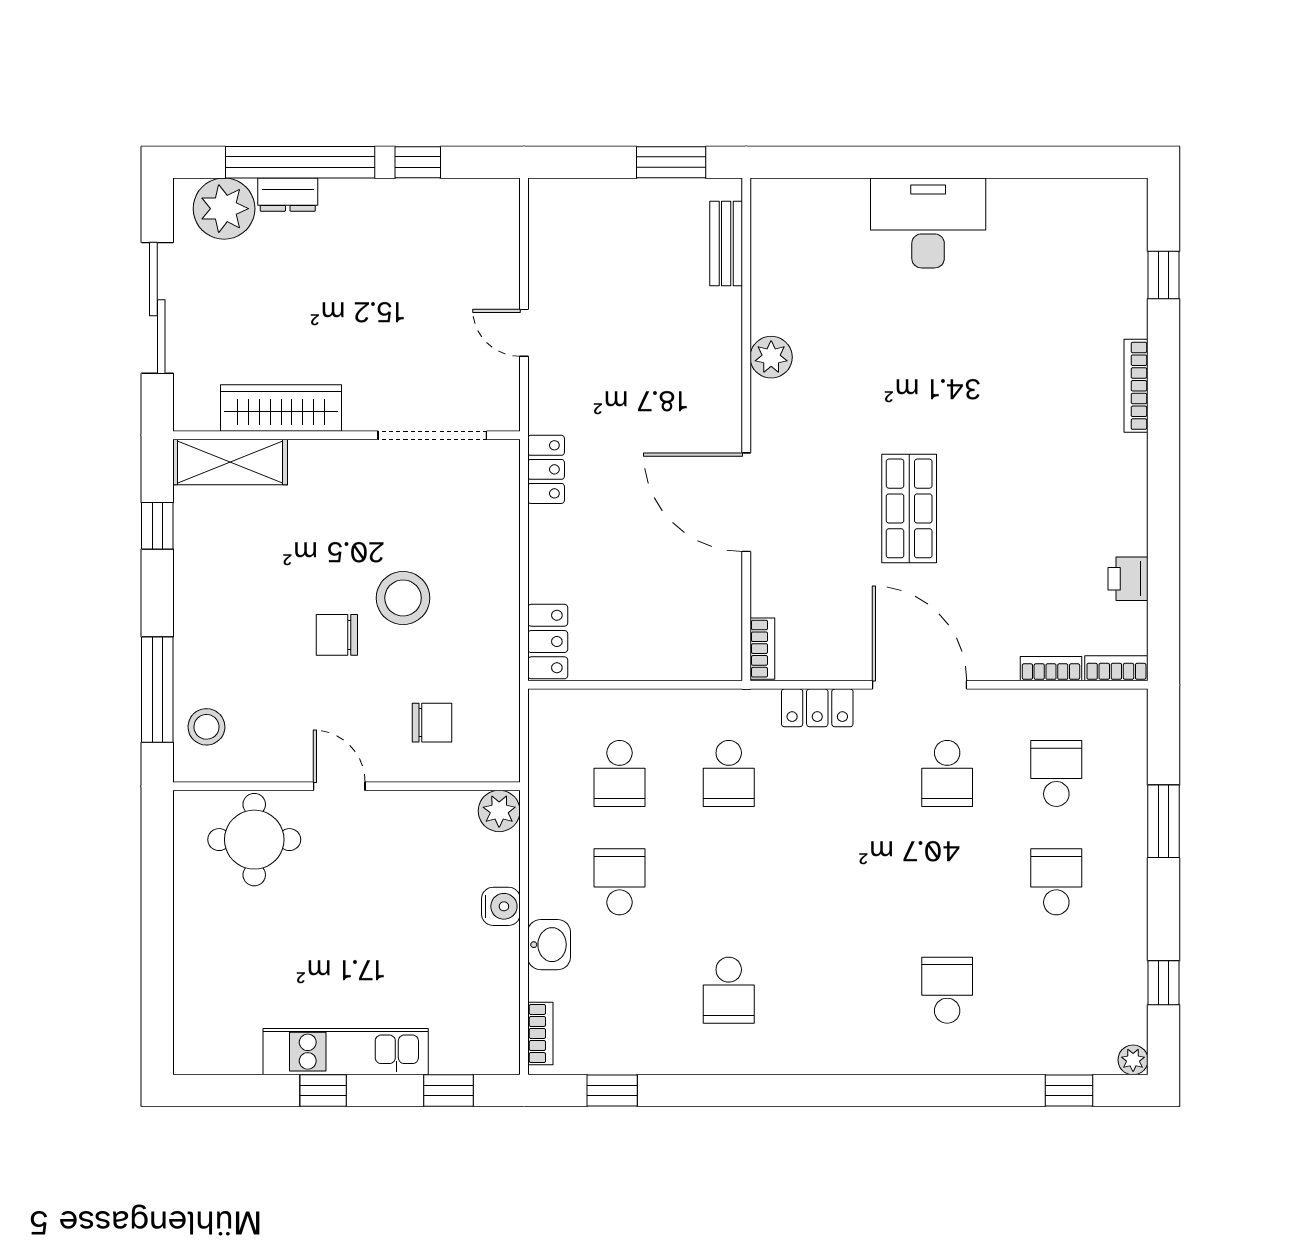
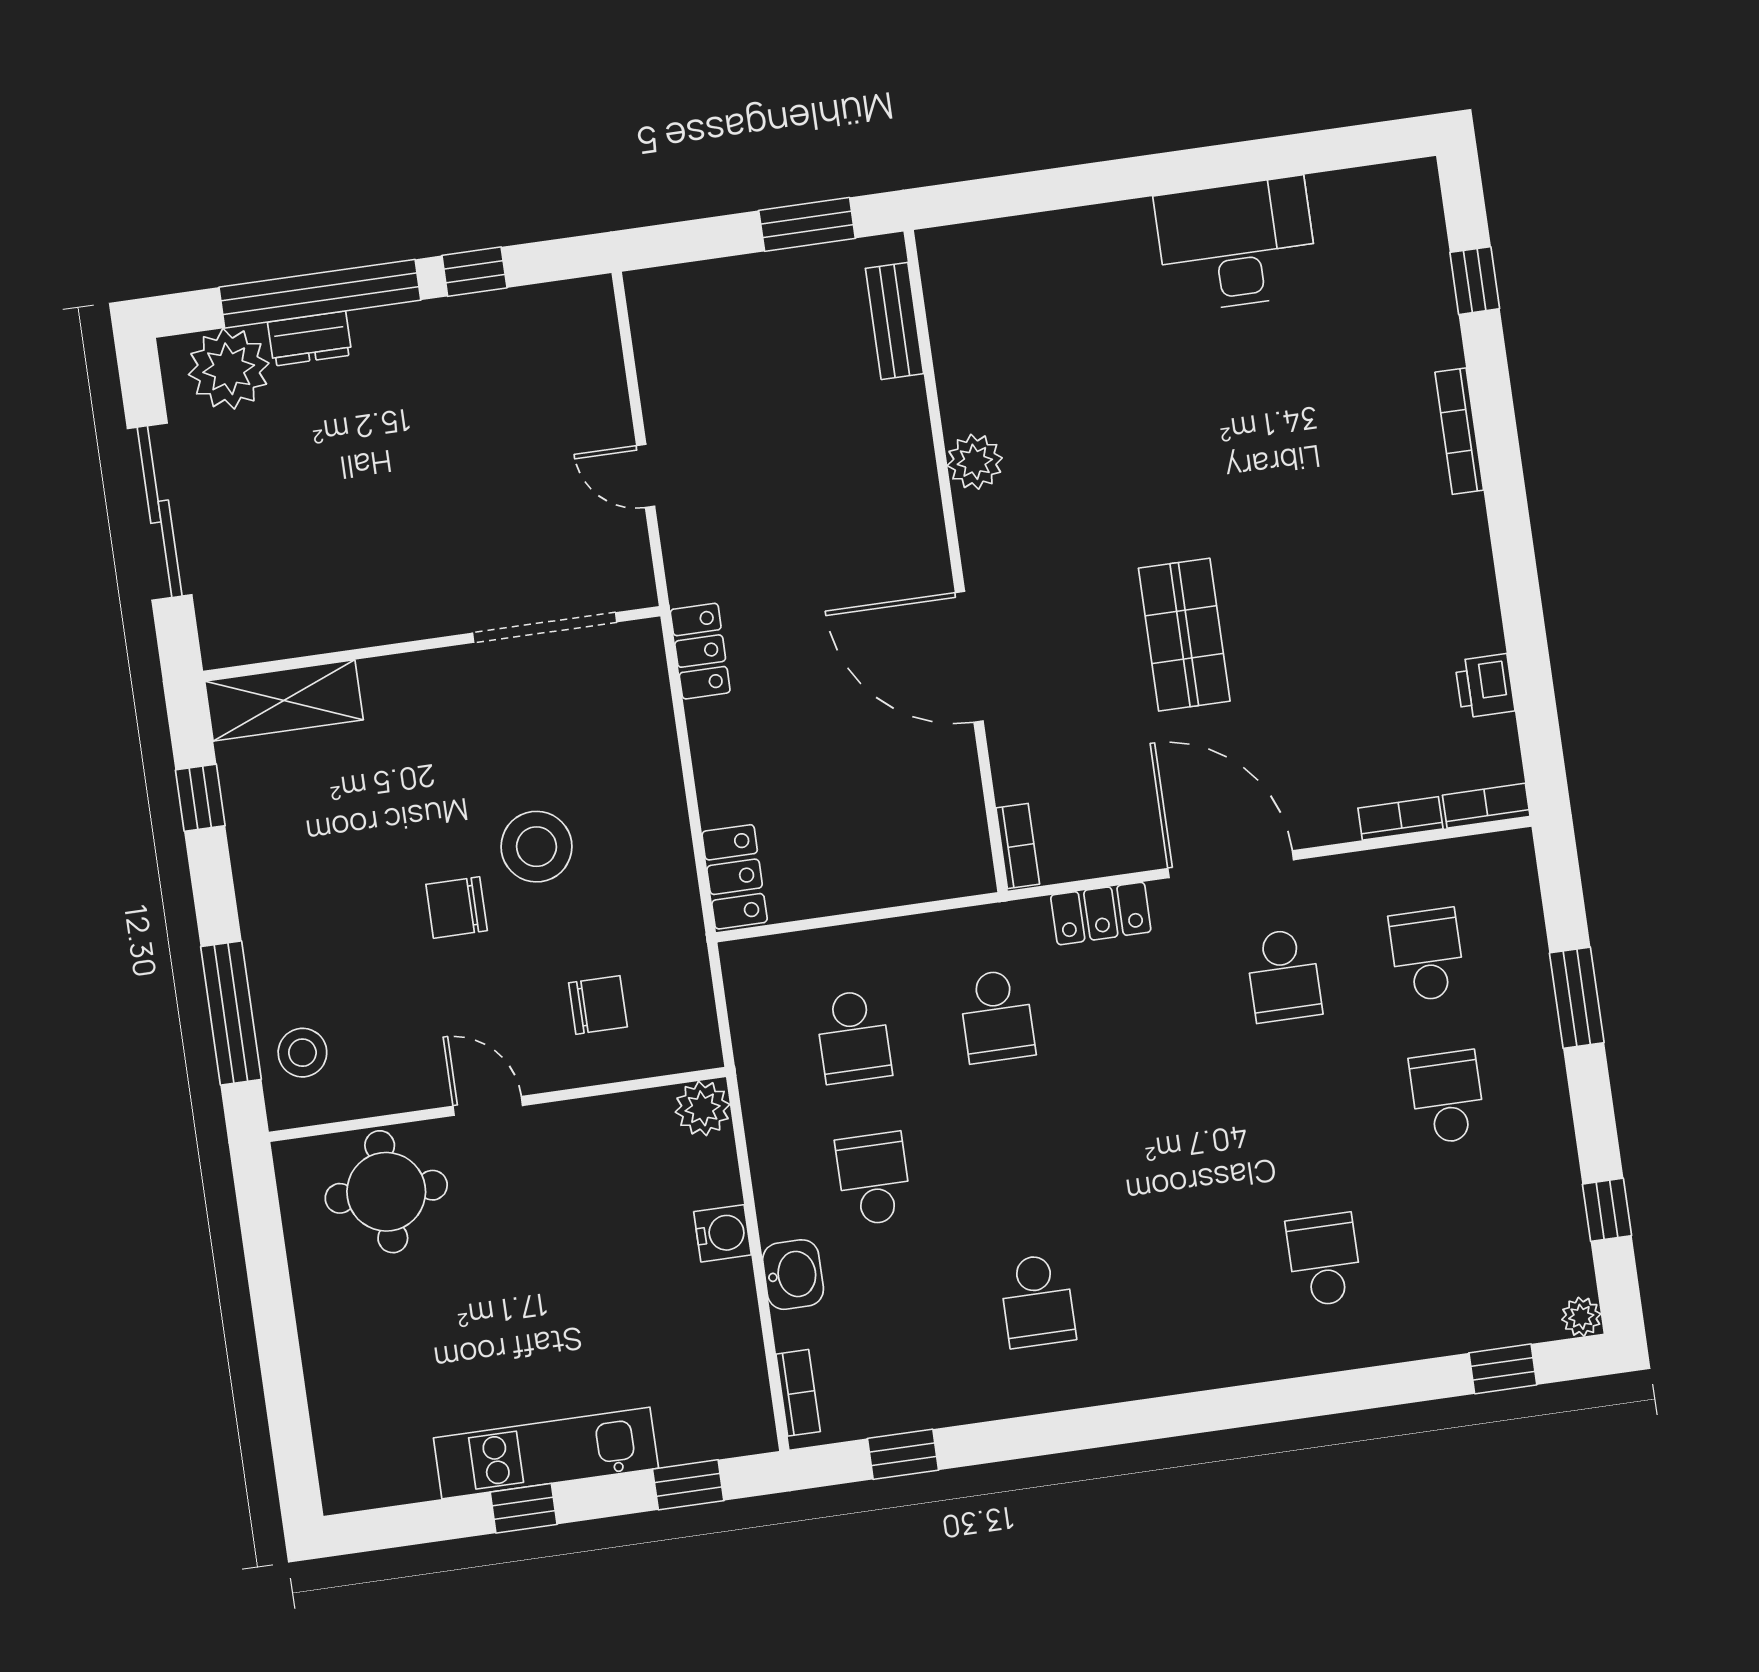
desk: (928, 223) -> (1237, 245), moved
wardrobe: (281, 408) -> (341, 620), removed

